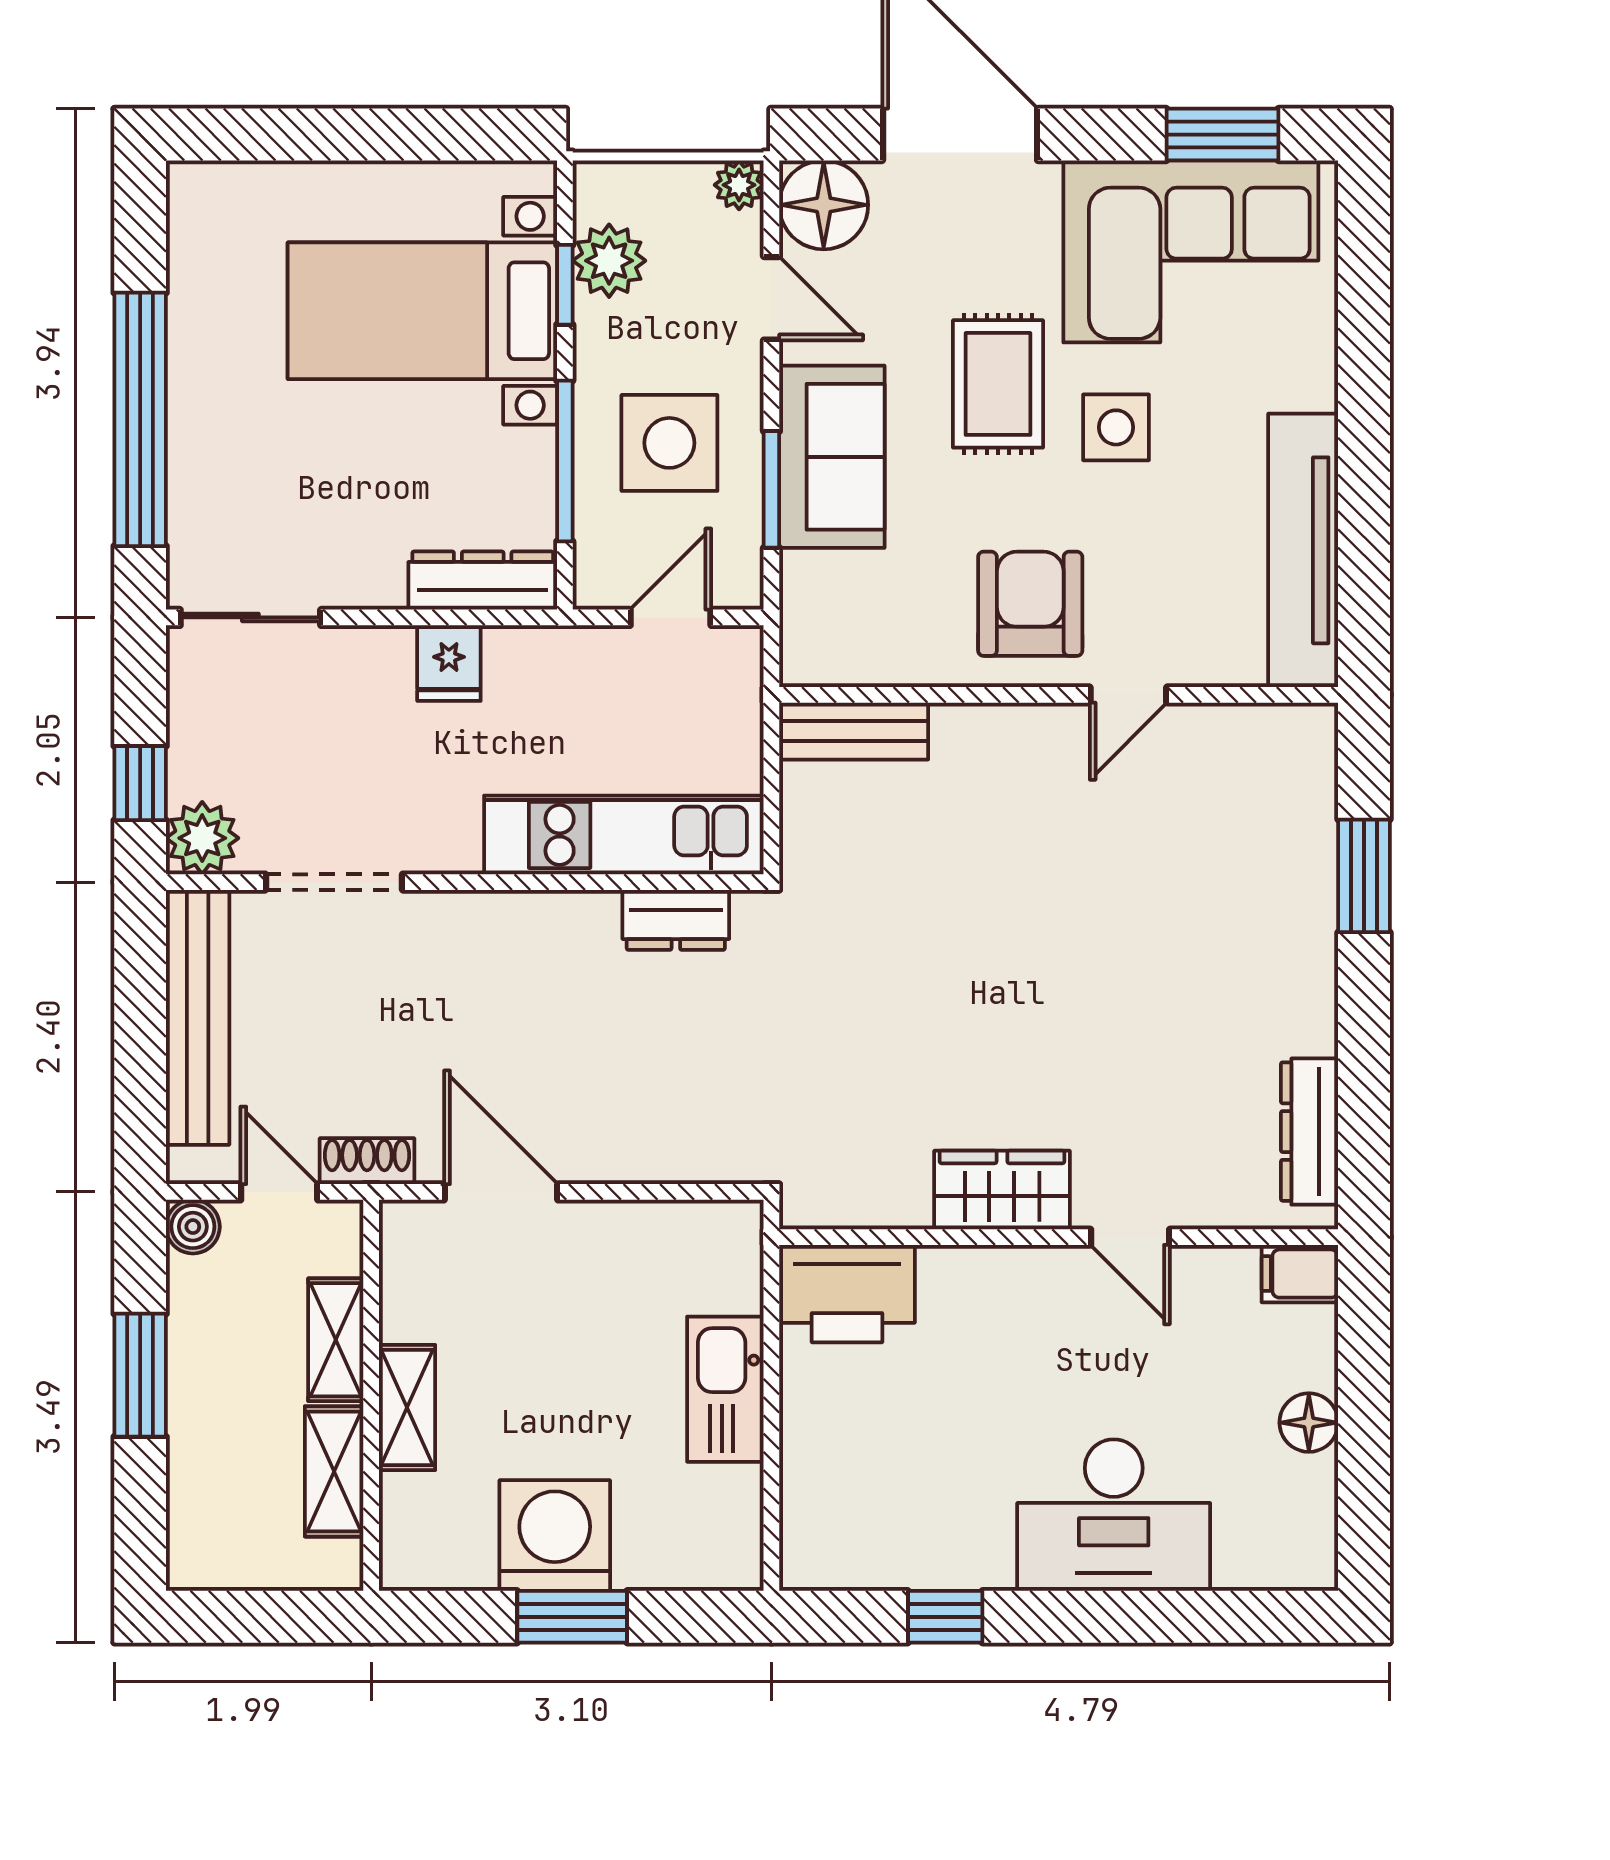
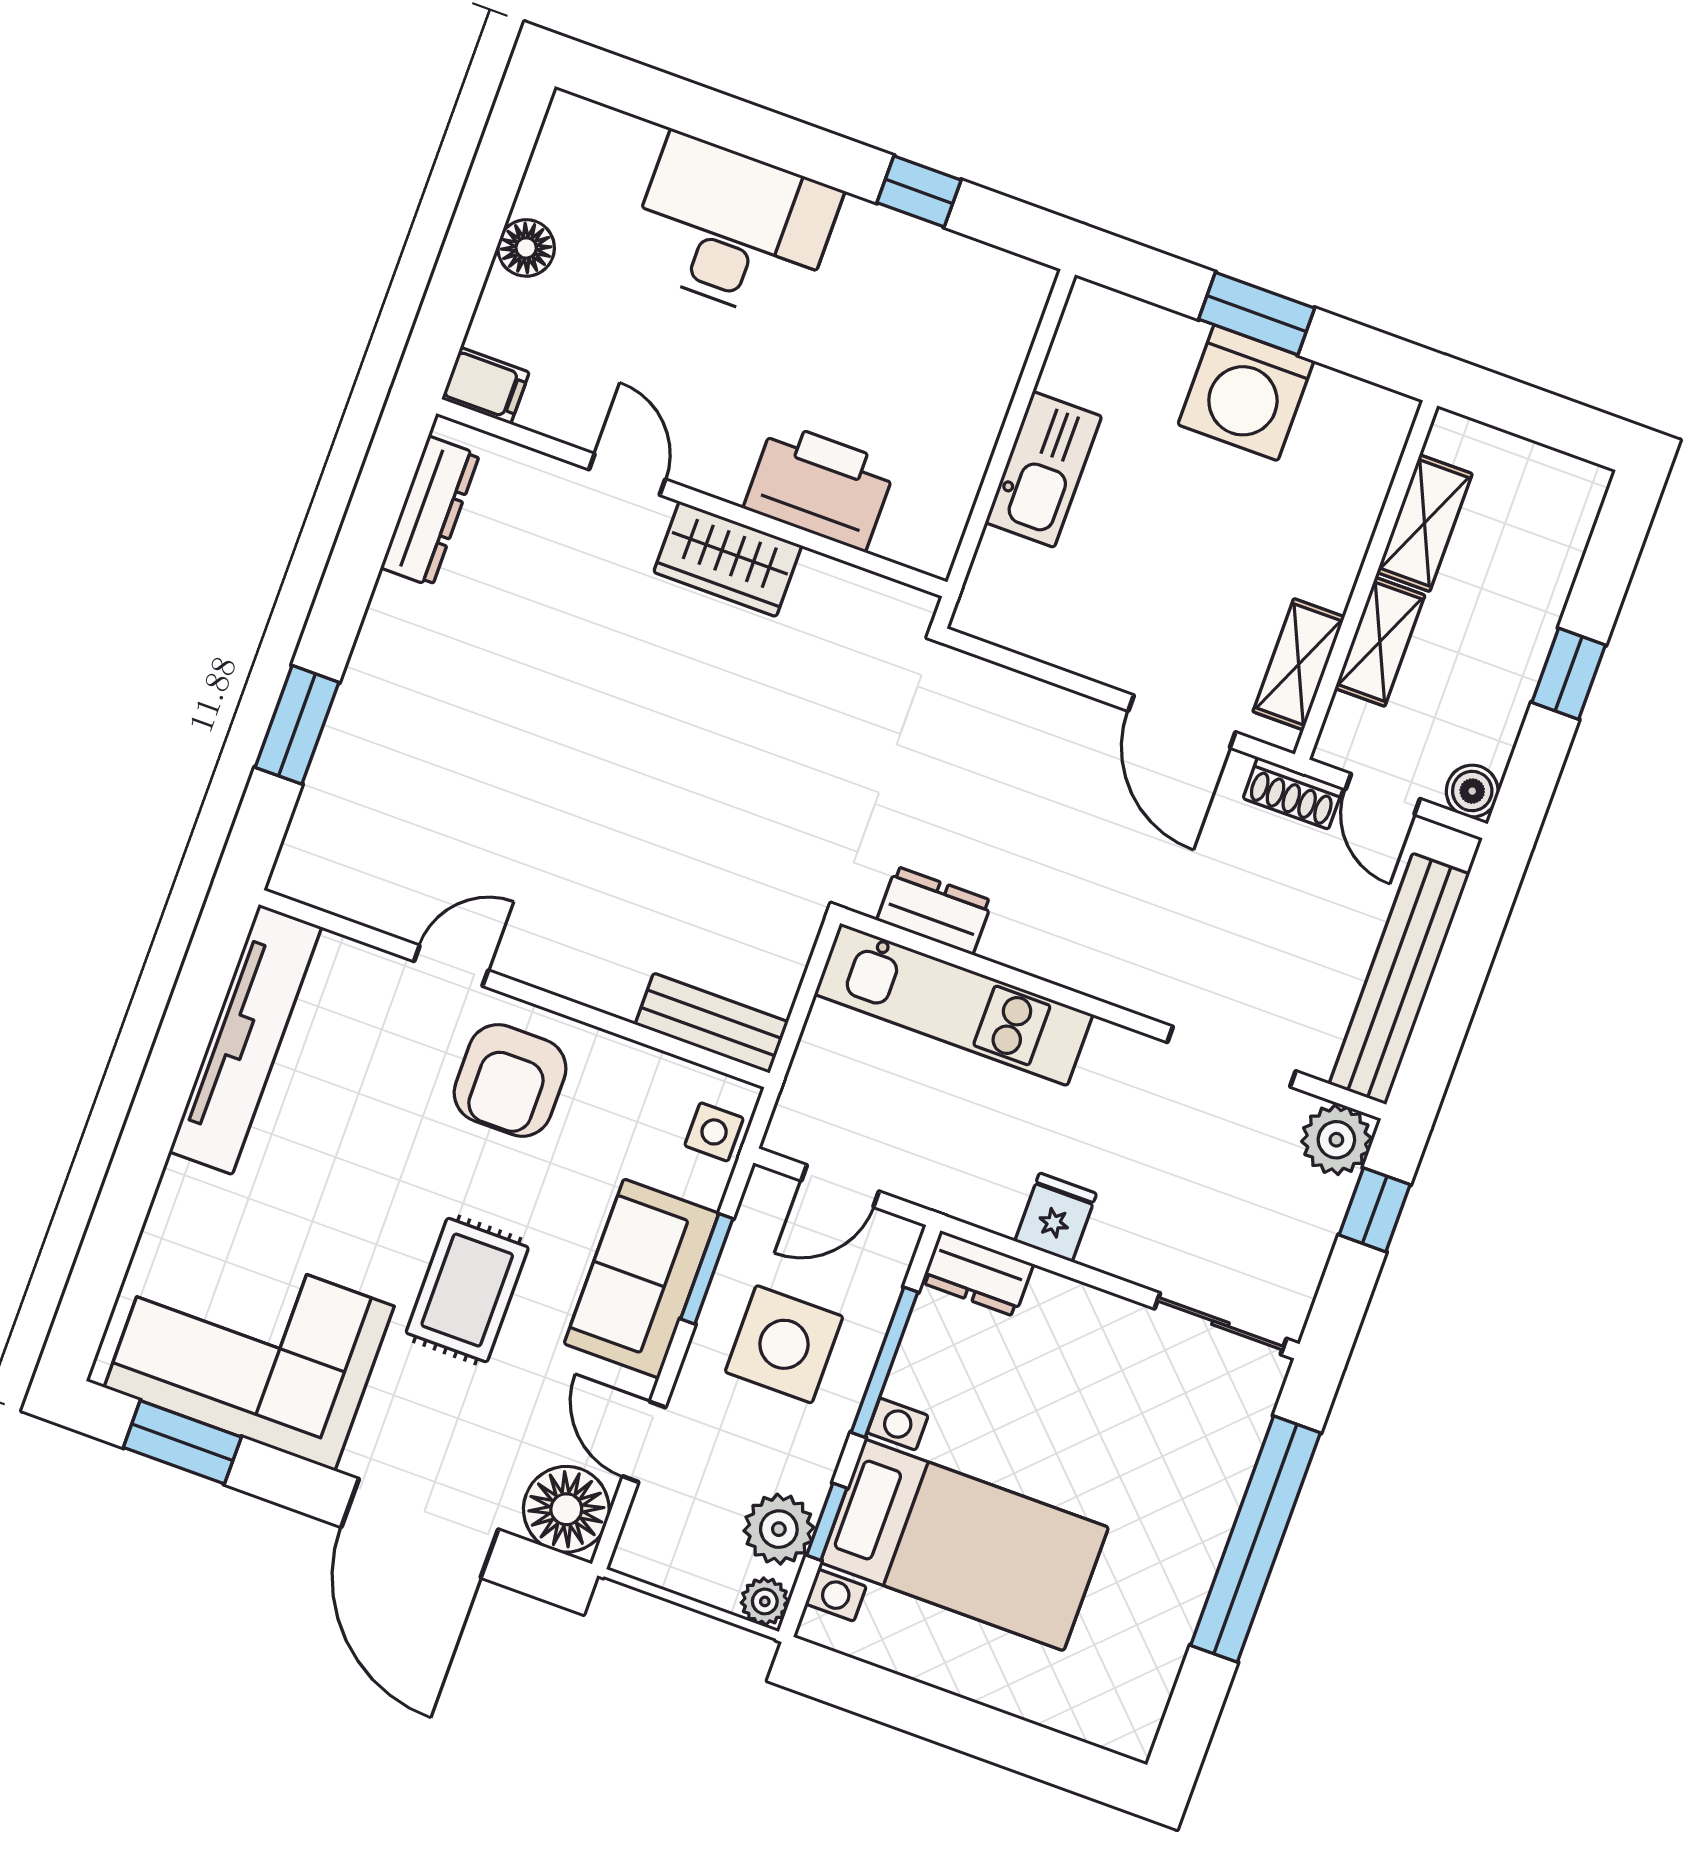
plant: (739, 185) -> (765, 1601), moved
side table: (1116, 427) -> (714, 1132), moved, width x0.73, depth x0.73
dresser: (483, 581) -> (978, 1273), width x0.70
printer: (847, 1294) -> (820, 486), moved
window: (140, 1375) -> (1569, 674), width x0.67
shelving: (407, 1407) -> (1299, 664), moved

